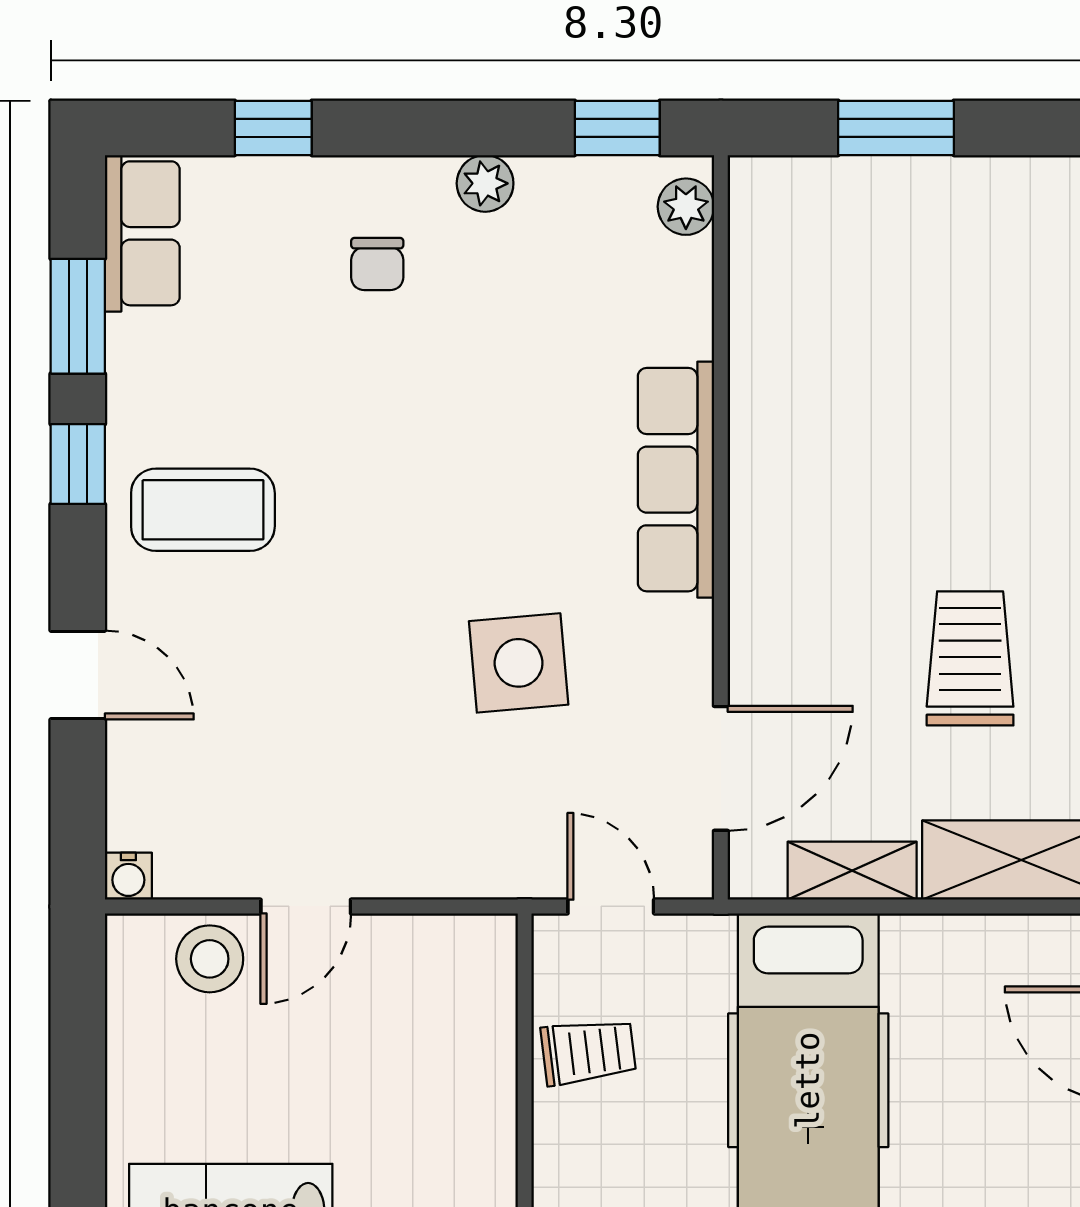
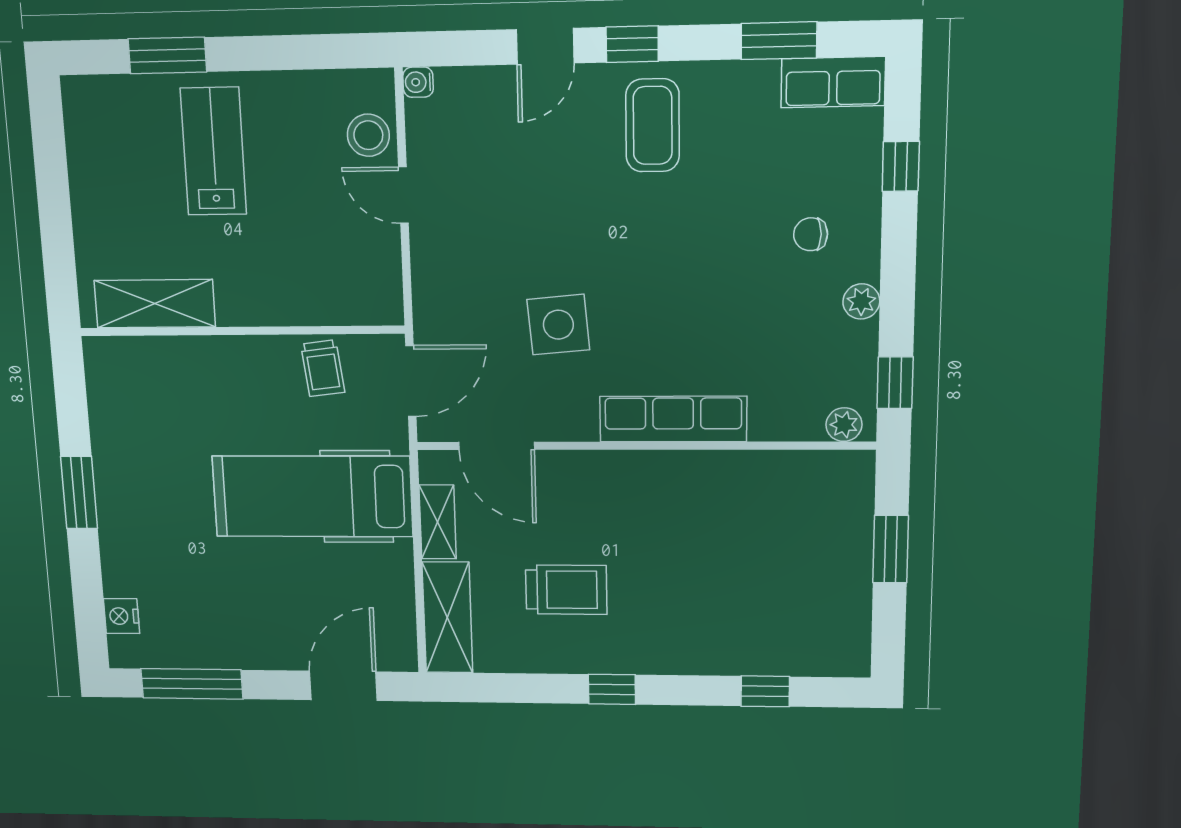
window: (78, 464) -> (632, 44), moved
door: (611, 906) -> (411, 381), width x1.38

